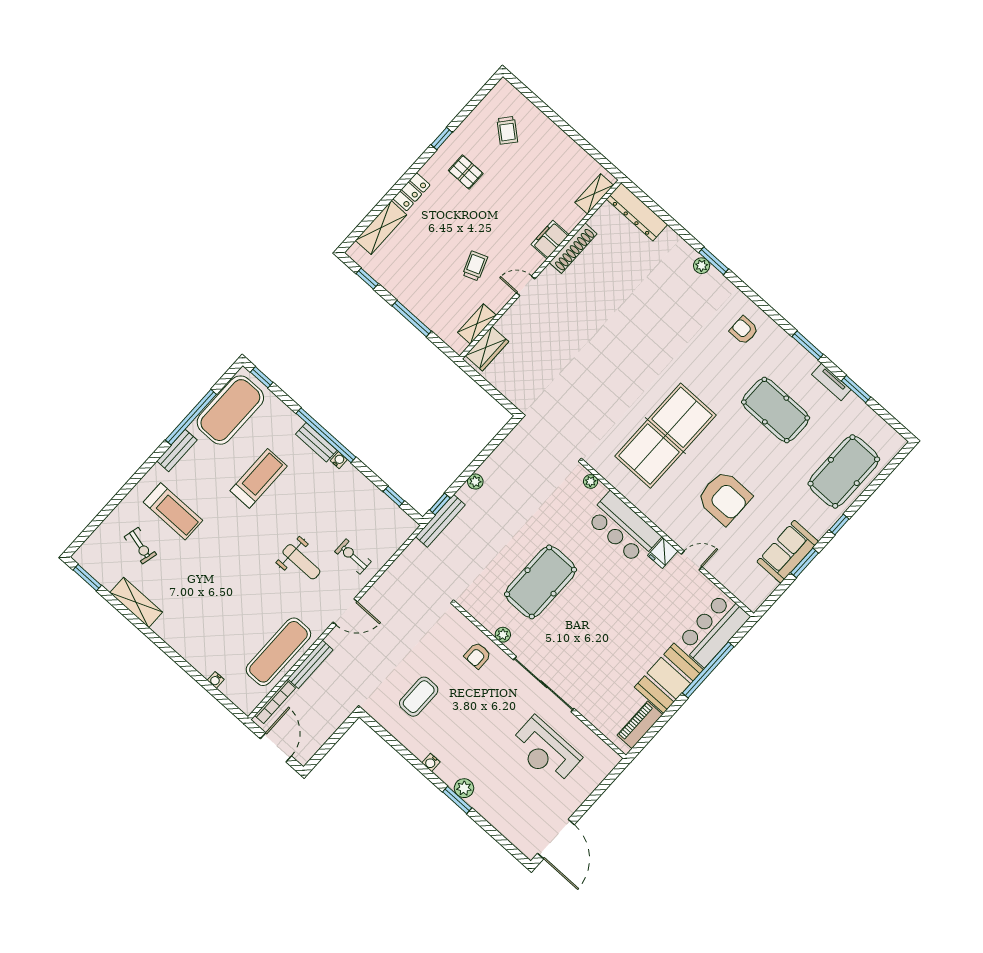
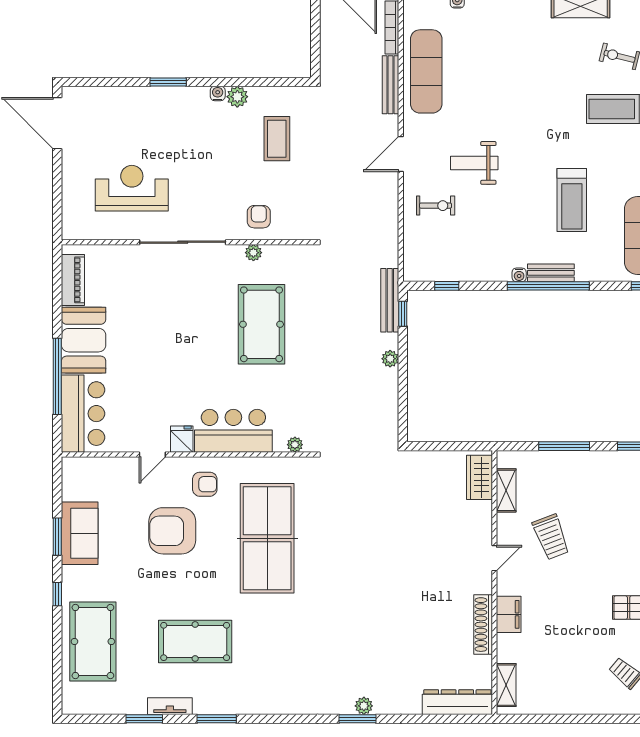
trolley: (475, 266) -> (551, 537), width x1.36, depth x1.39
armchair: (744, 330) -> (205, 484), moved
plant: (464, 788) -> (237, 97), moved

